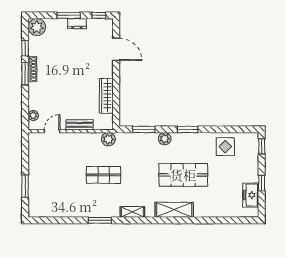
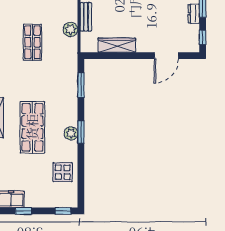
plant: (108, 139) -> (70, 29), moved
plant: (165, 139) -> (71, 133), moved

